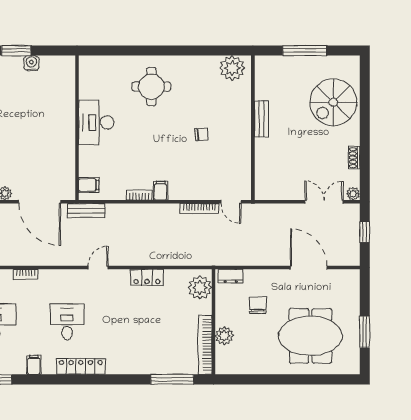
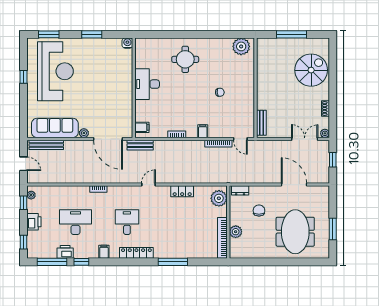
water cooler: (31, 63) -> (127, 43), moved
spiral stairs: (333, 102) -> (311, 70), turned 180
bench: (261, 119) -> (261, 123), moved
filing cabinet: (160, 191) -> (203, 131), moved
meeting table: (310, 336) -> (295, 232), turned 90
window: (172, 379) -> (173, 262), moved

